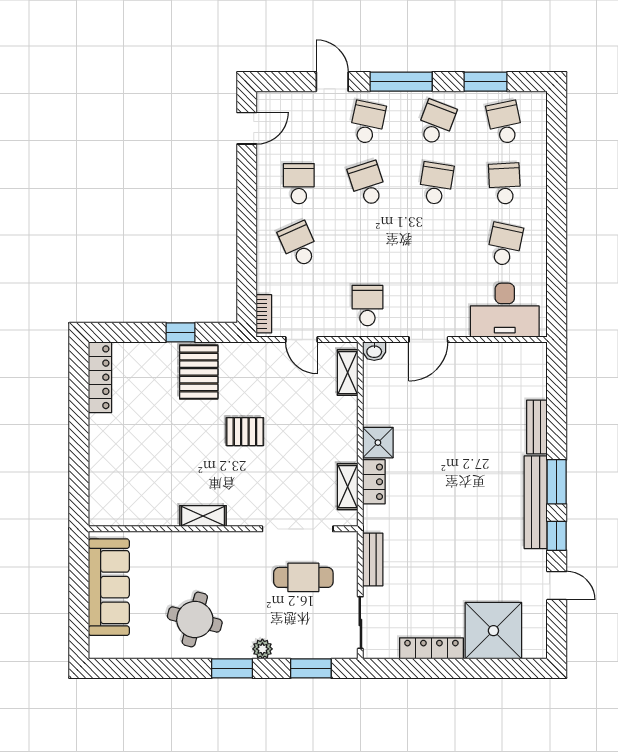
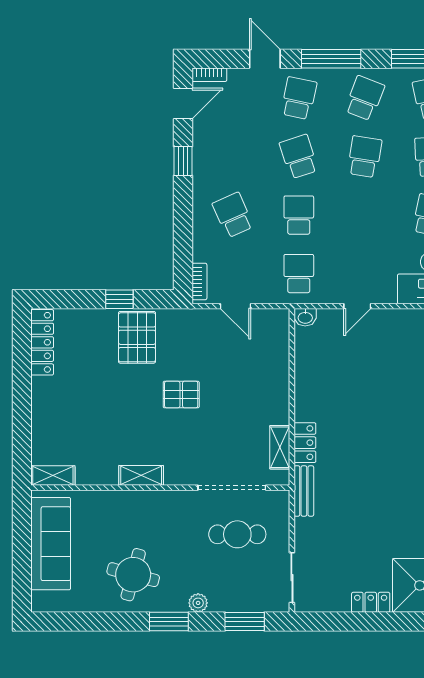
bookcase: (274, 98) -> (209, 75), added
school desk: (299, 184) -> (299, 215), moved
window: (247, 188) -> (183, 161), added
door: (428, 340) -> (357, 306), width x0.73
shelving: (348, 373) -> (53, 476), moved, turned 90
shower: (378, 443) -> (309, 405), removed
bench: (373, 559) -> (304, 491), moved
locker: (431, 648) -> (371, 602), width x0.66

